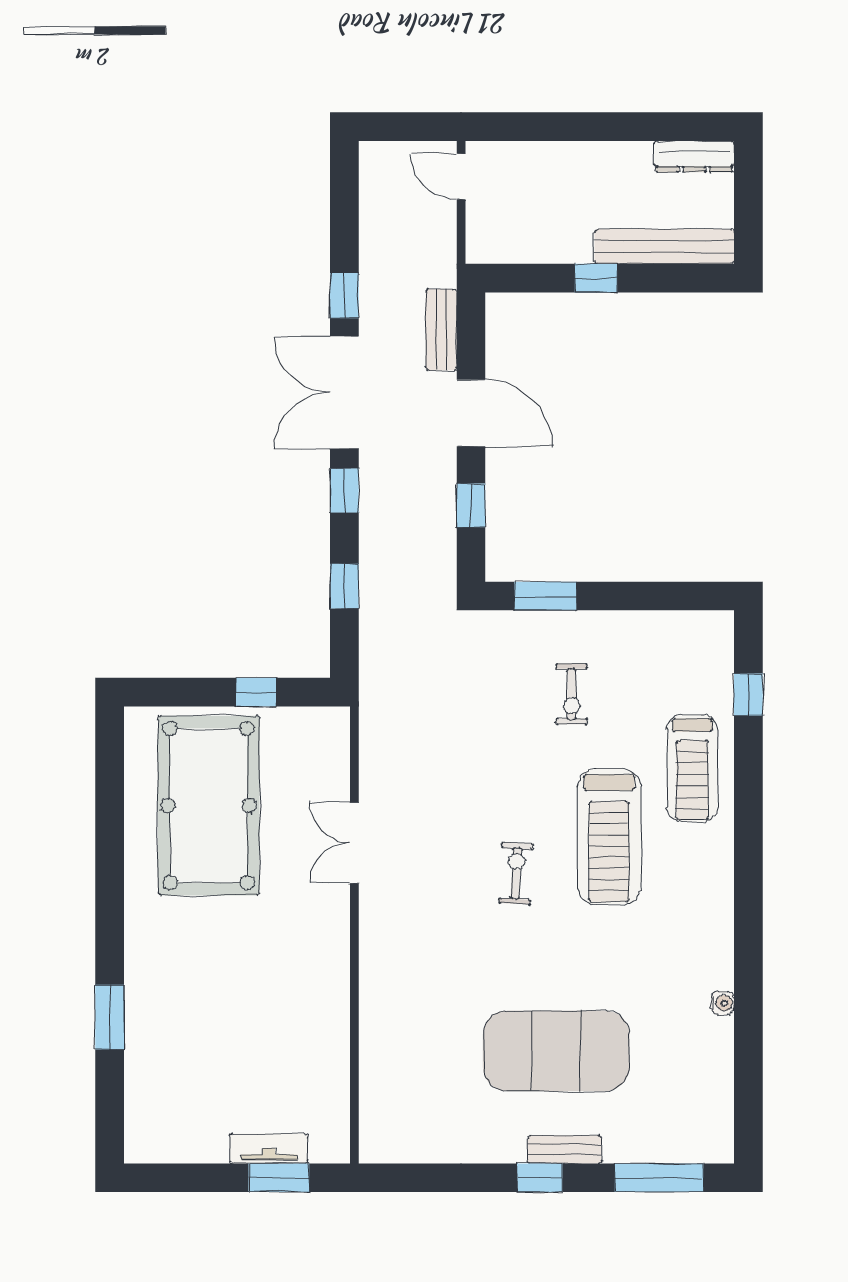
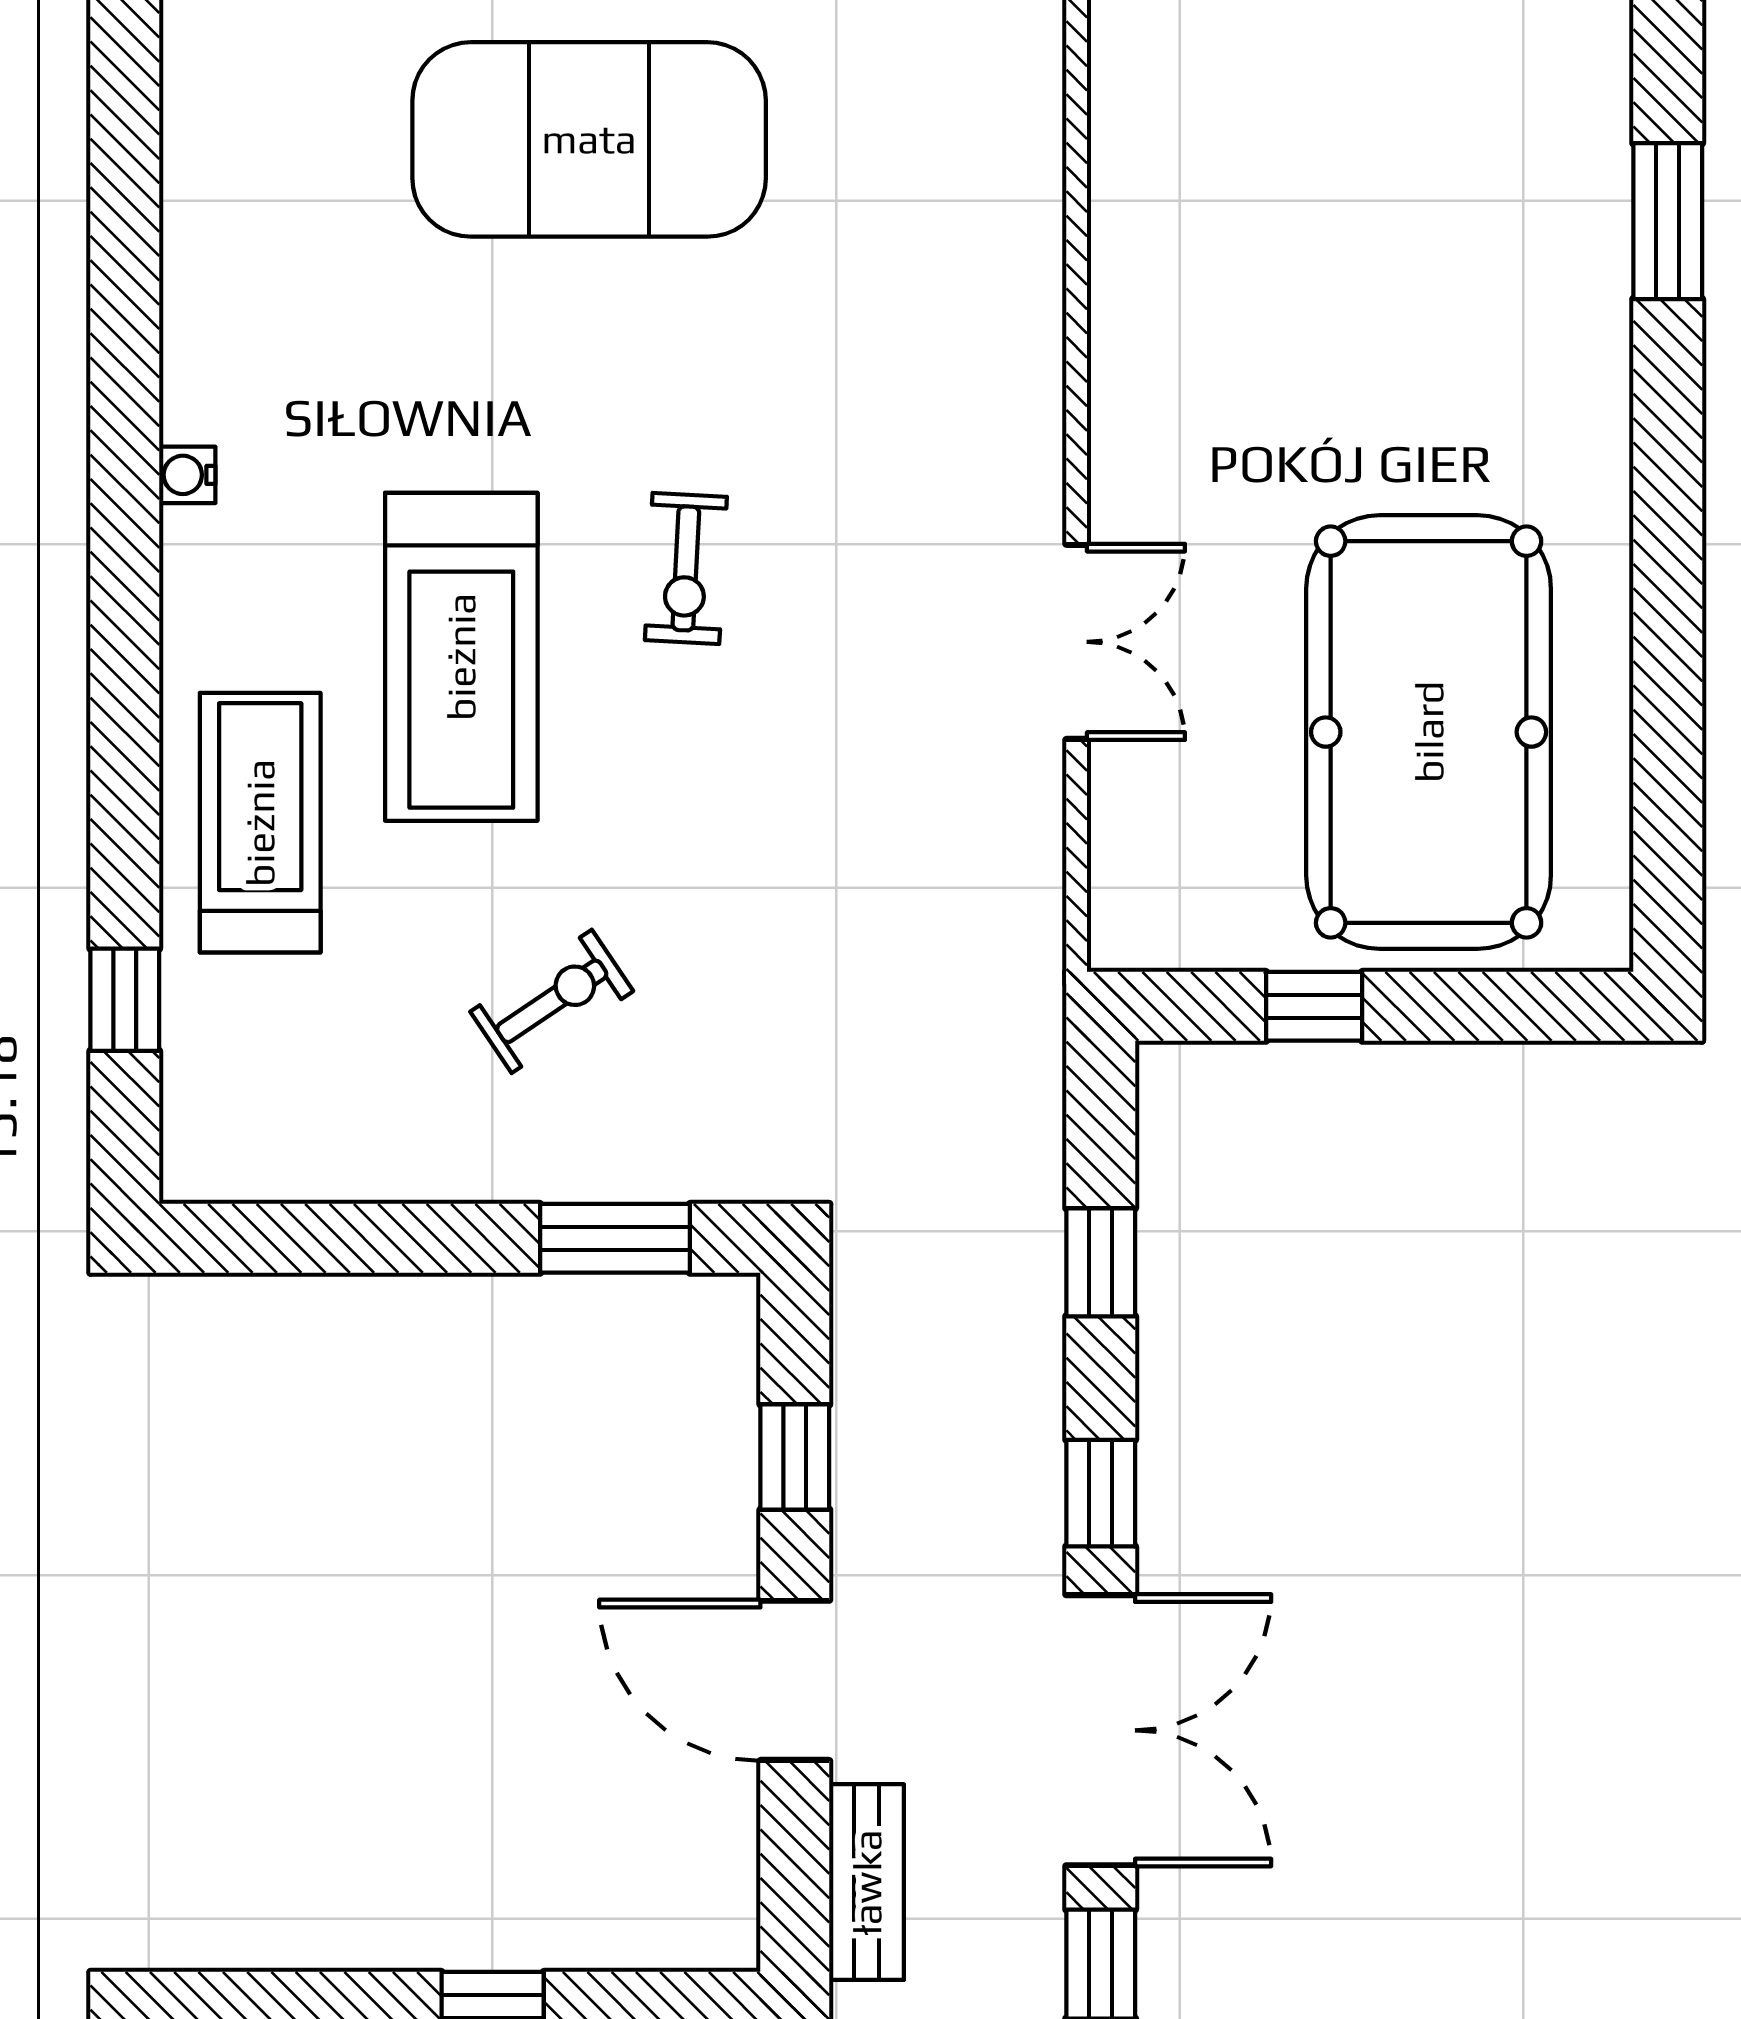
exercise bike: (572, 694) -> (552, 1001), turned 56
treadmill: (609, 837) -> (461, 657), turned 180
water cooler: (722, 1003) -> (187, 475), moved

